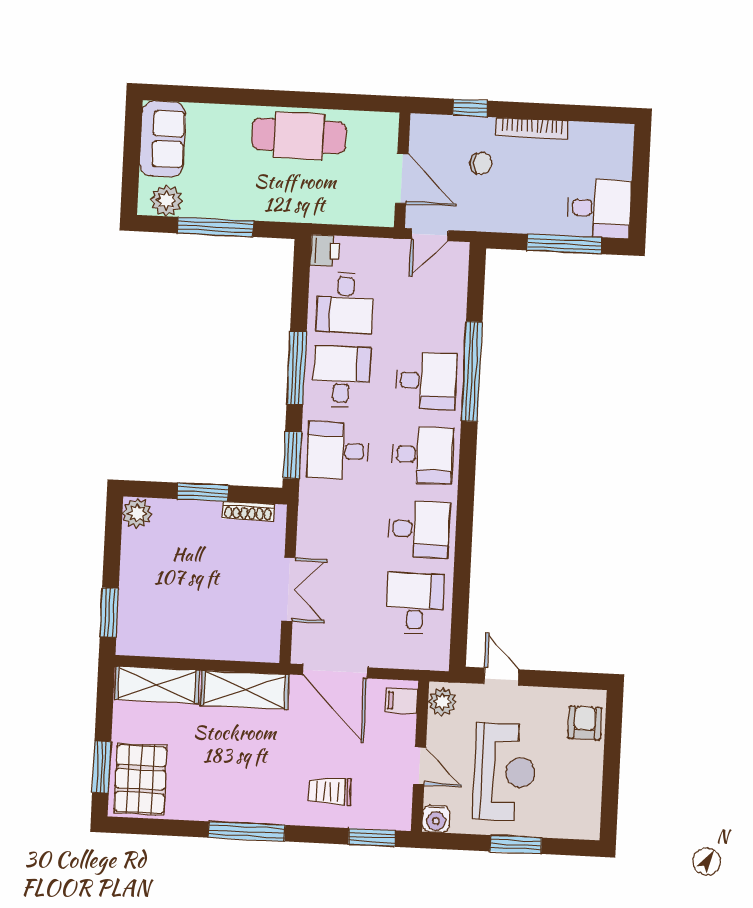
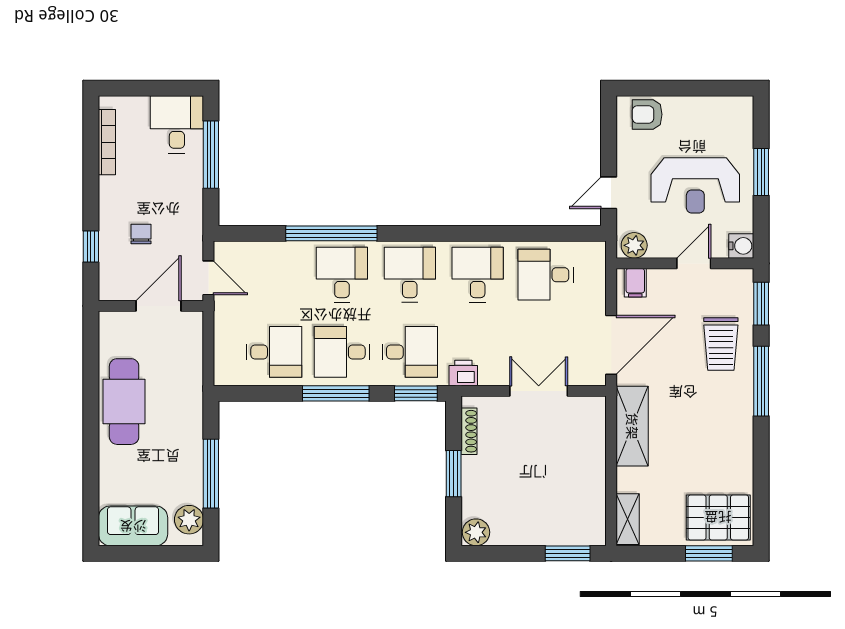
bookcase: (532, 128) -> (107, 142), moved
printer: (325, 251) -> (463, 373), moved
desk: (338, 451) -> (410, 352), turned -90
shelving: (157, 685) -> (628, 519), width x0.67, depth x0.75
reception desk: (505, 772) -> (695, 185), turned 180
trolley: (330, 791) -> (721, 344), width x1.36, depth x1.39
window: (247, 831) -> (761, 381), moved

